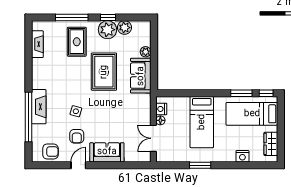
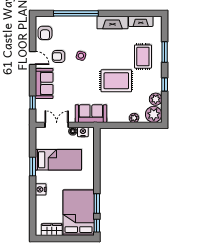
window: (72, 17) -> (165, 52), width x0.69
plant: (107, 30) -> (154, 114), moved
rug: (77, 42) -> (143, 57), turned 90
sofa: (141, 76) -> (91, 114), moved
fireplace: (39, 107) -> (112, 23), moved
bed: (252, 114) -> (79, 213), width x1.50
bed: (202, 122) -> (58, 160), moved, turned 180
nightstand: (242, 156) -> (41, 189), moved
window: (128, 165) -> (33, 103), added

